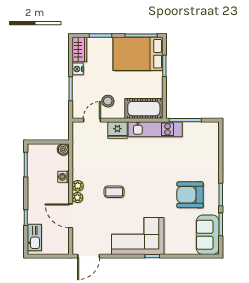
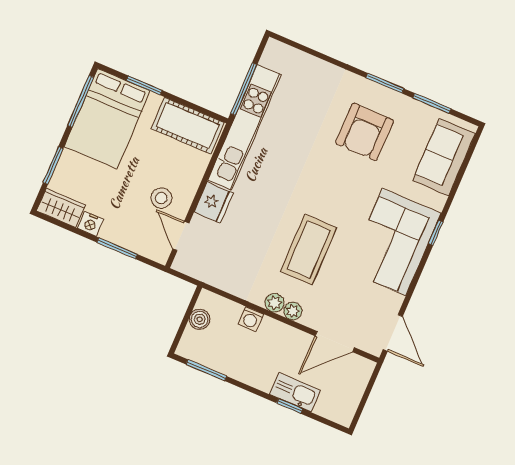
cot: (144, 109) -> (188, 126), moved, turned 90
kitchen unit: (155, 129) -> (244, 127), width x1.36
boiler: (63, 149) -> (200, 319), moved
coffee table: (114, 192) -> (308, 250), width x1.86, depth x1.72
door: (71, 216) -> (335, 342), moved
sofa: (208, 235) -> (444, 157), moved, turned 90
kitchen sink: (34, 237) -> (295, 392), moved

